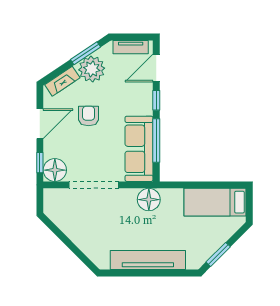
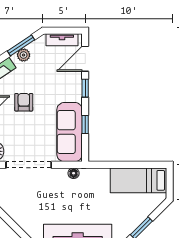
plant: (92, 69) -> (24, 55), width x0.53, depth x0.53
window: (156, 141) -> (85, 125), width x0.46
floor lamp: (149, 200) -> (74, 173), width x0.53, depth x0.53

